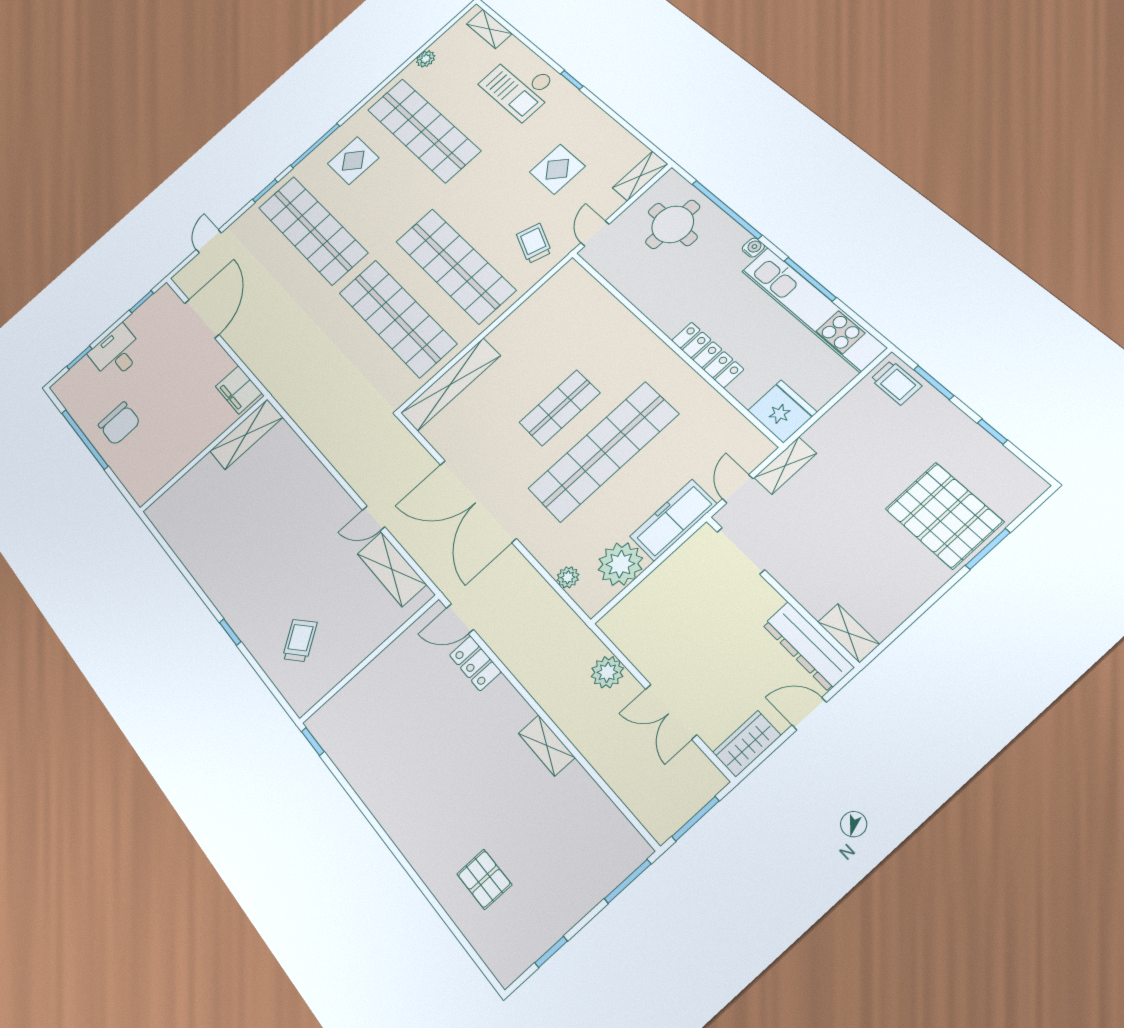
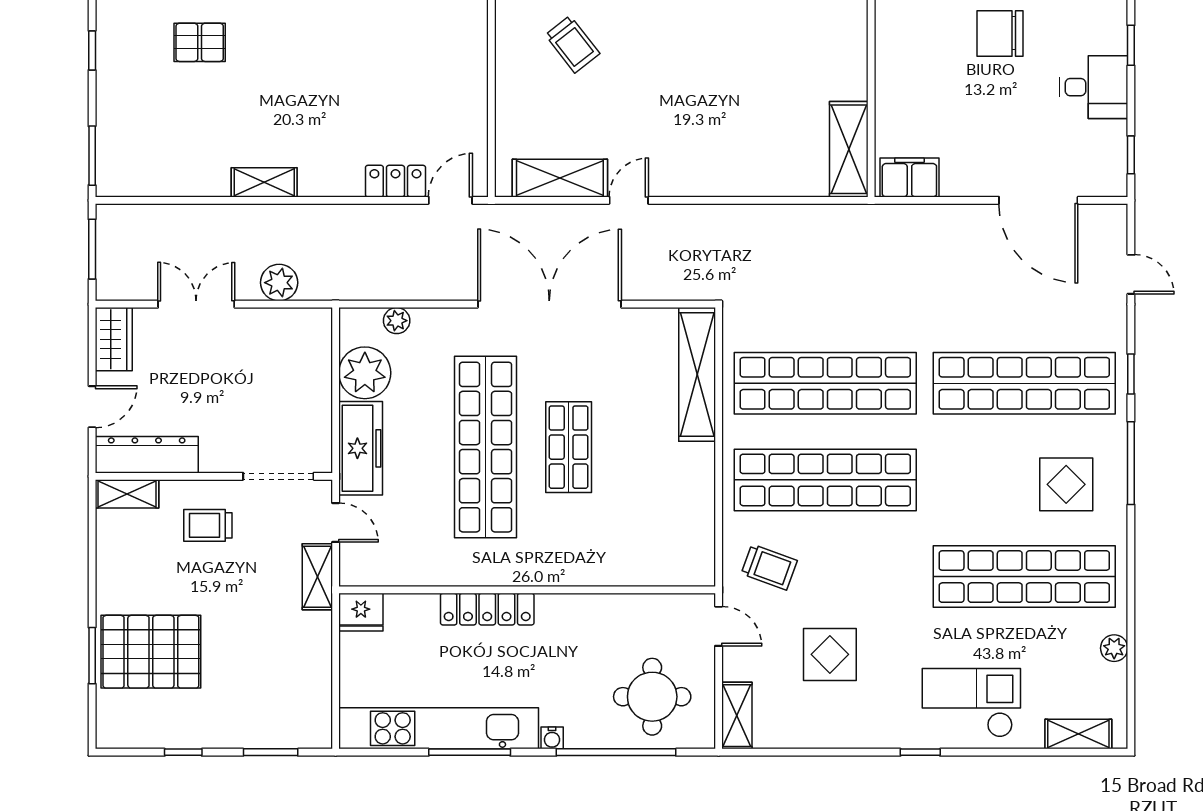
trolley: (896, 383) -> (208, 525), moved
fridge: (782, 411) -> (361, 612), width x0.73, depth x0.75

